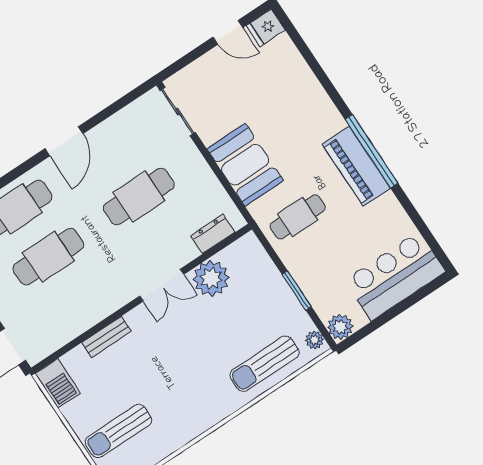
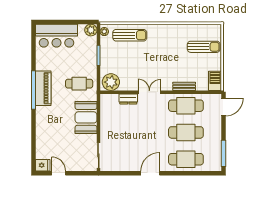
cafe table: (139, 197) -> (186, 106), moved
dresser: (213, 234) -> (128, 99), moved
plant: (211, 278) -> (111, 82), moved

